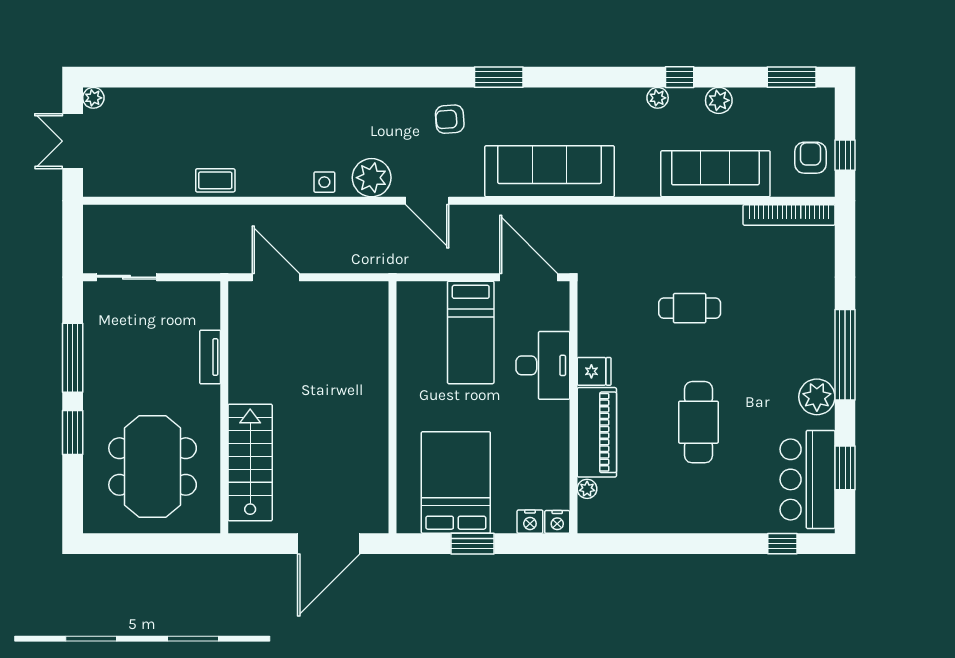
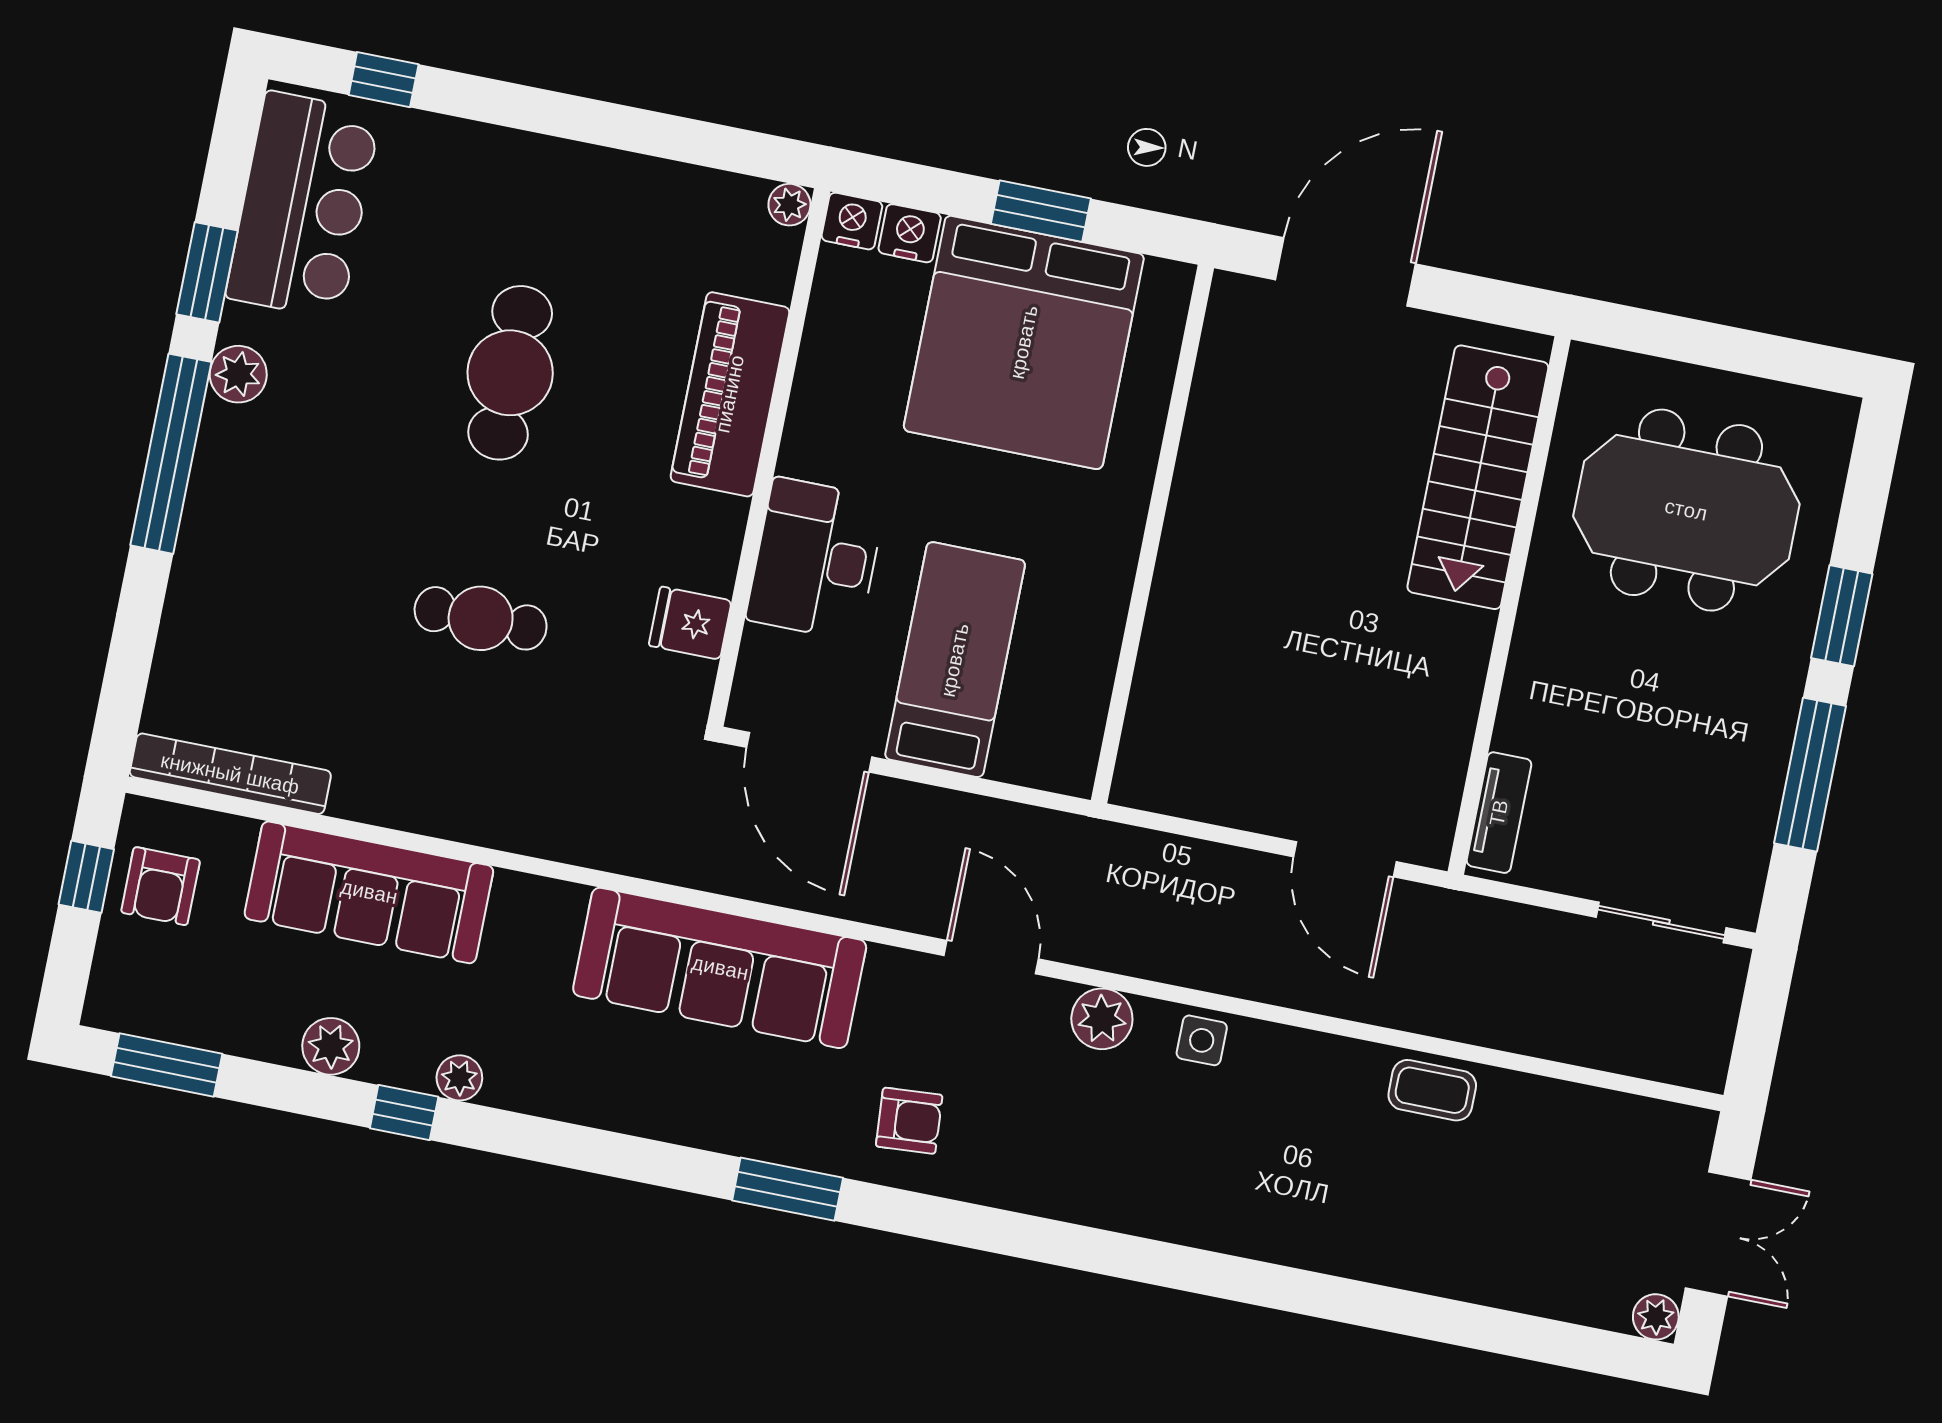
plant: (372, 178) -> (1102, 1019), width x0.73, depth x0.73
tv unit: (210, 357) -> (1499, 813), moved
fridge: (594, 371) -> (690, 623), moved
plant: (817, 397) -> (238, 374), width x0.73, depth x0.73
meeting table: (153, 467) -> (1686, 510), turned 90
window: (845, 468) -> (207, 272), moved
bed: (456, 482) -> (1024, 342), width x1.36
plant: (587, 489) -> (789, 205), moved

